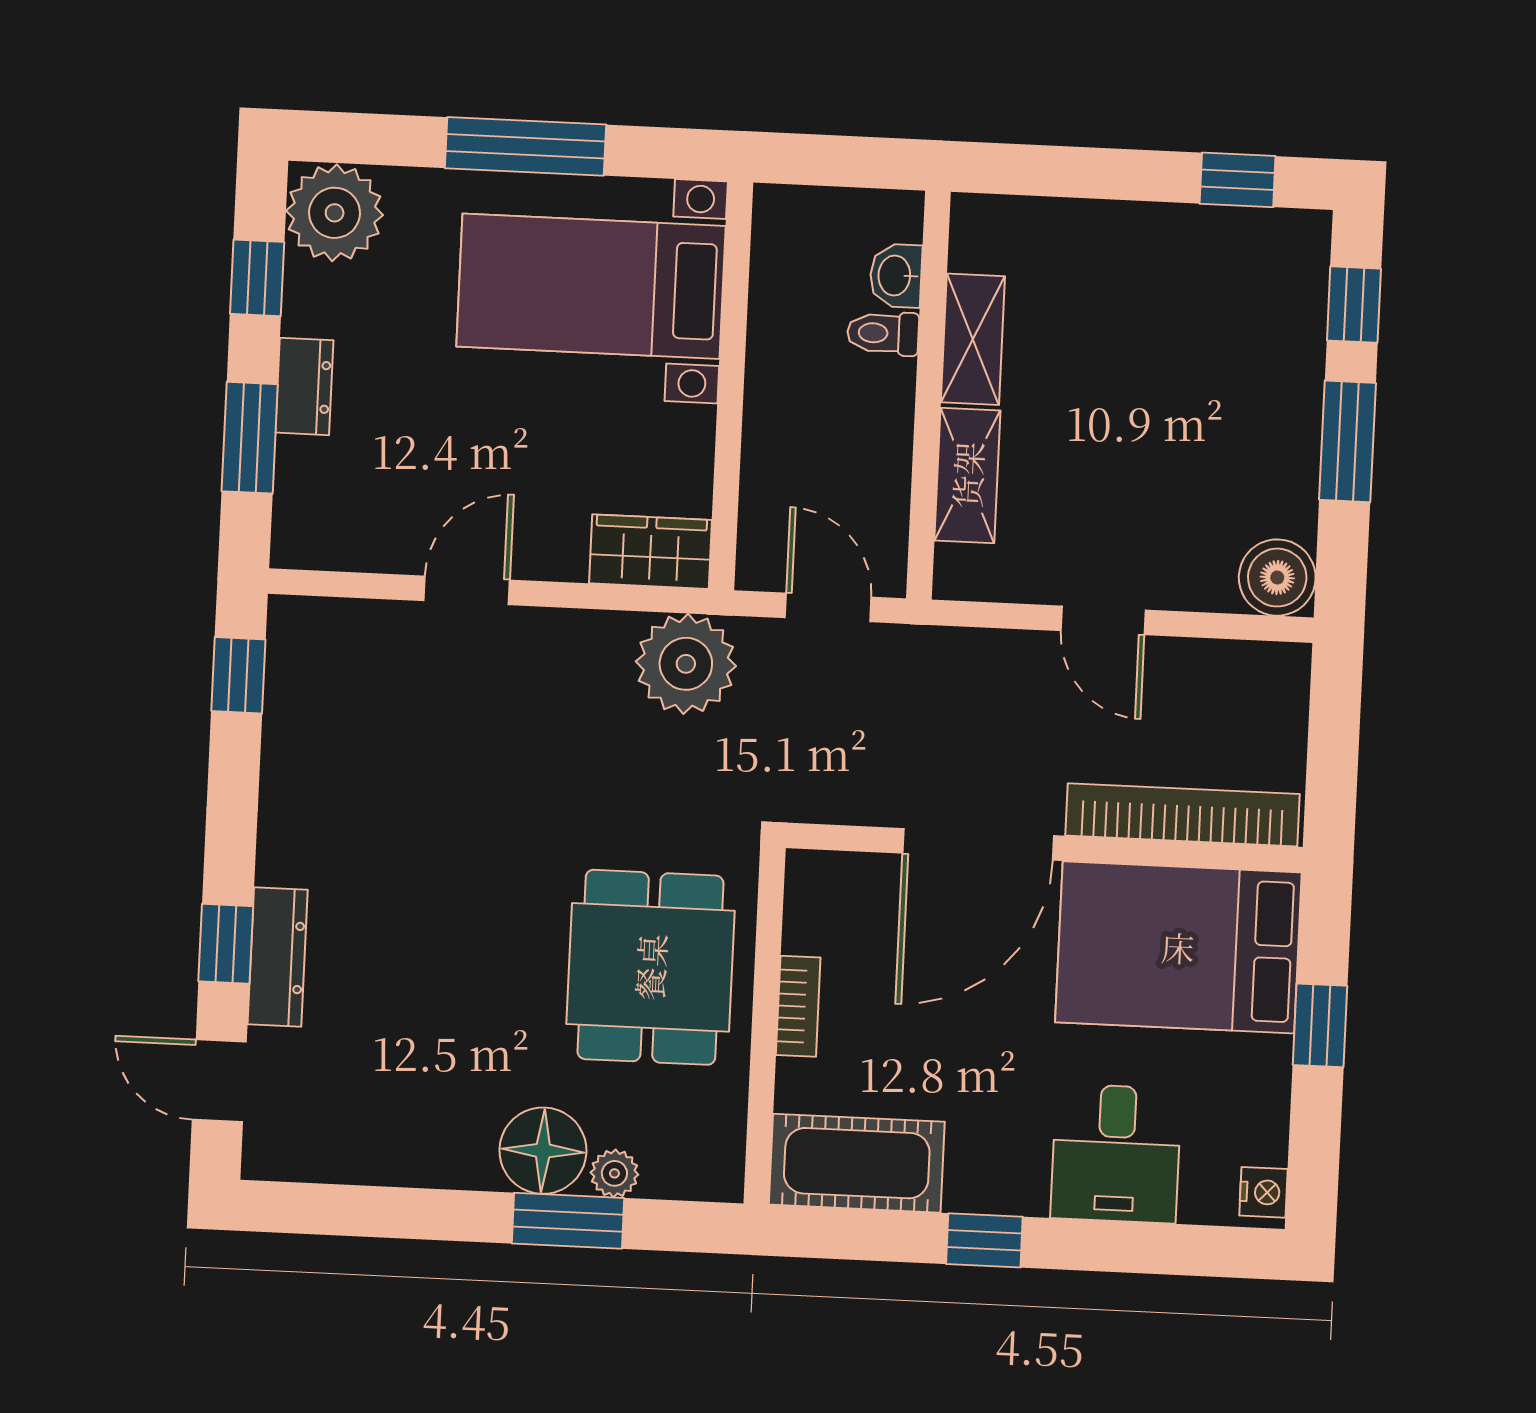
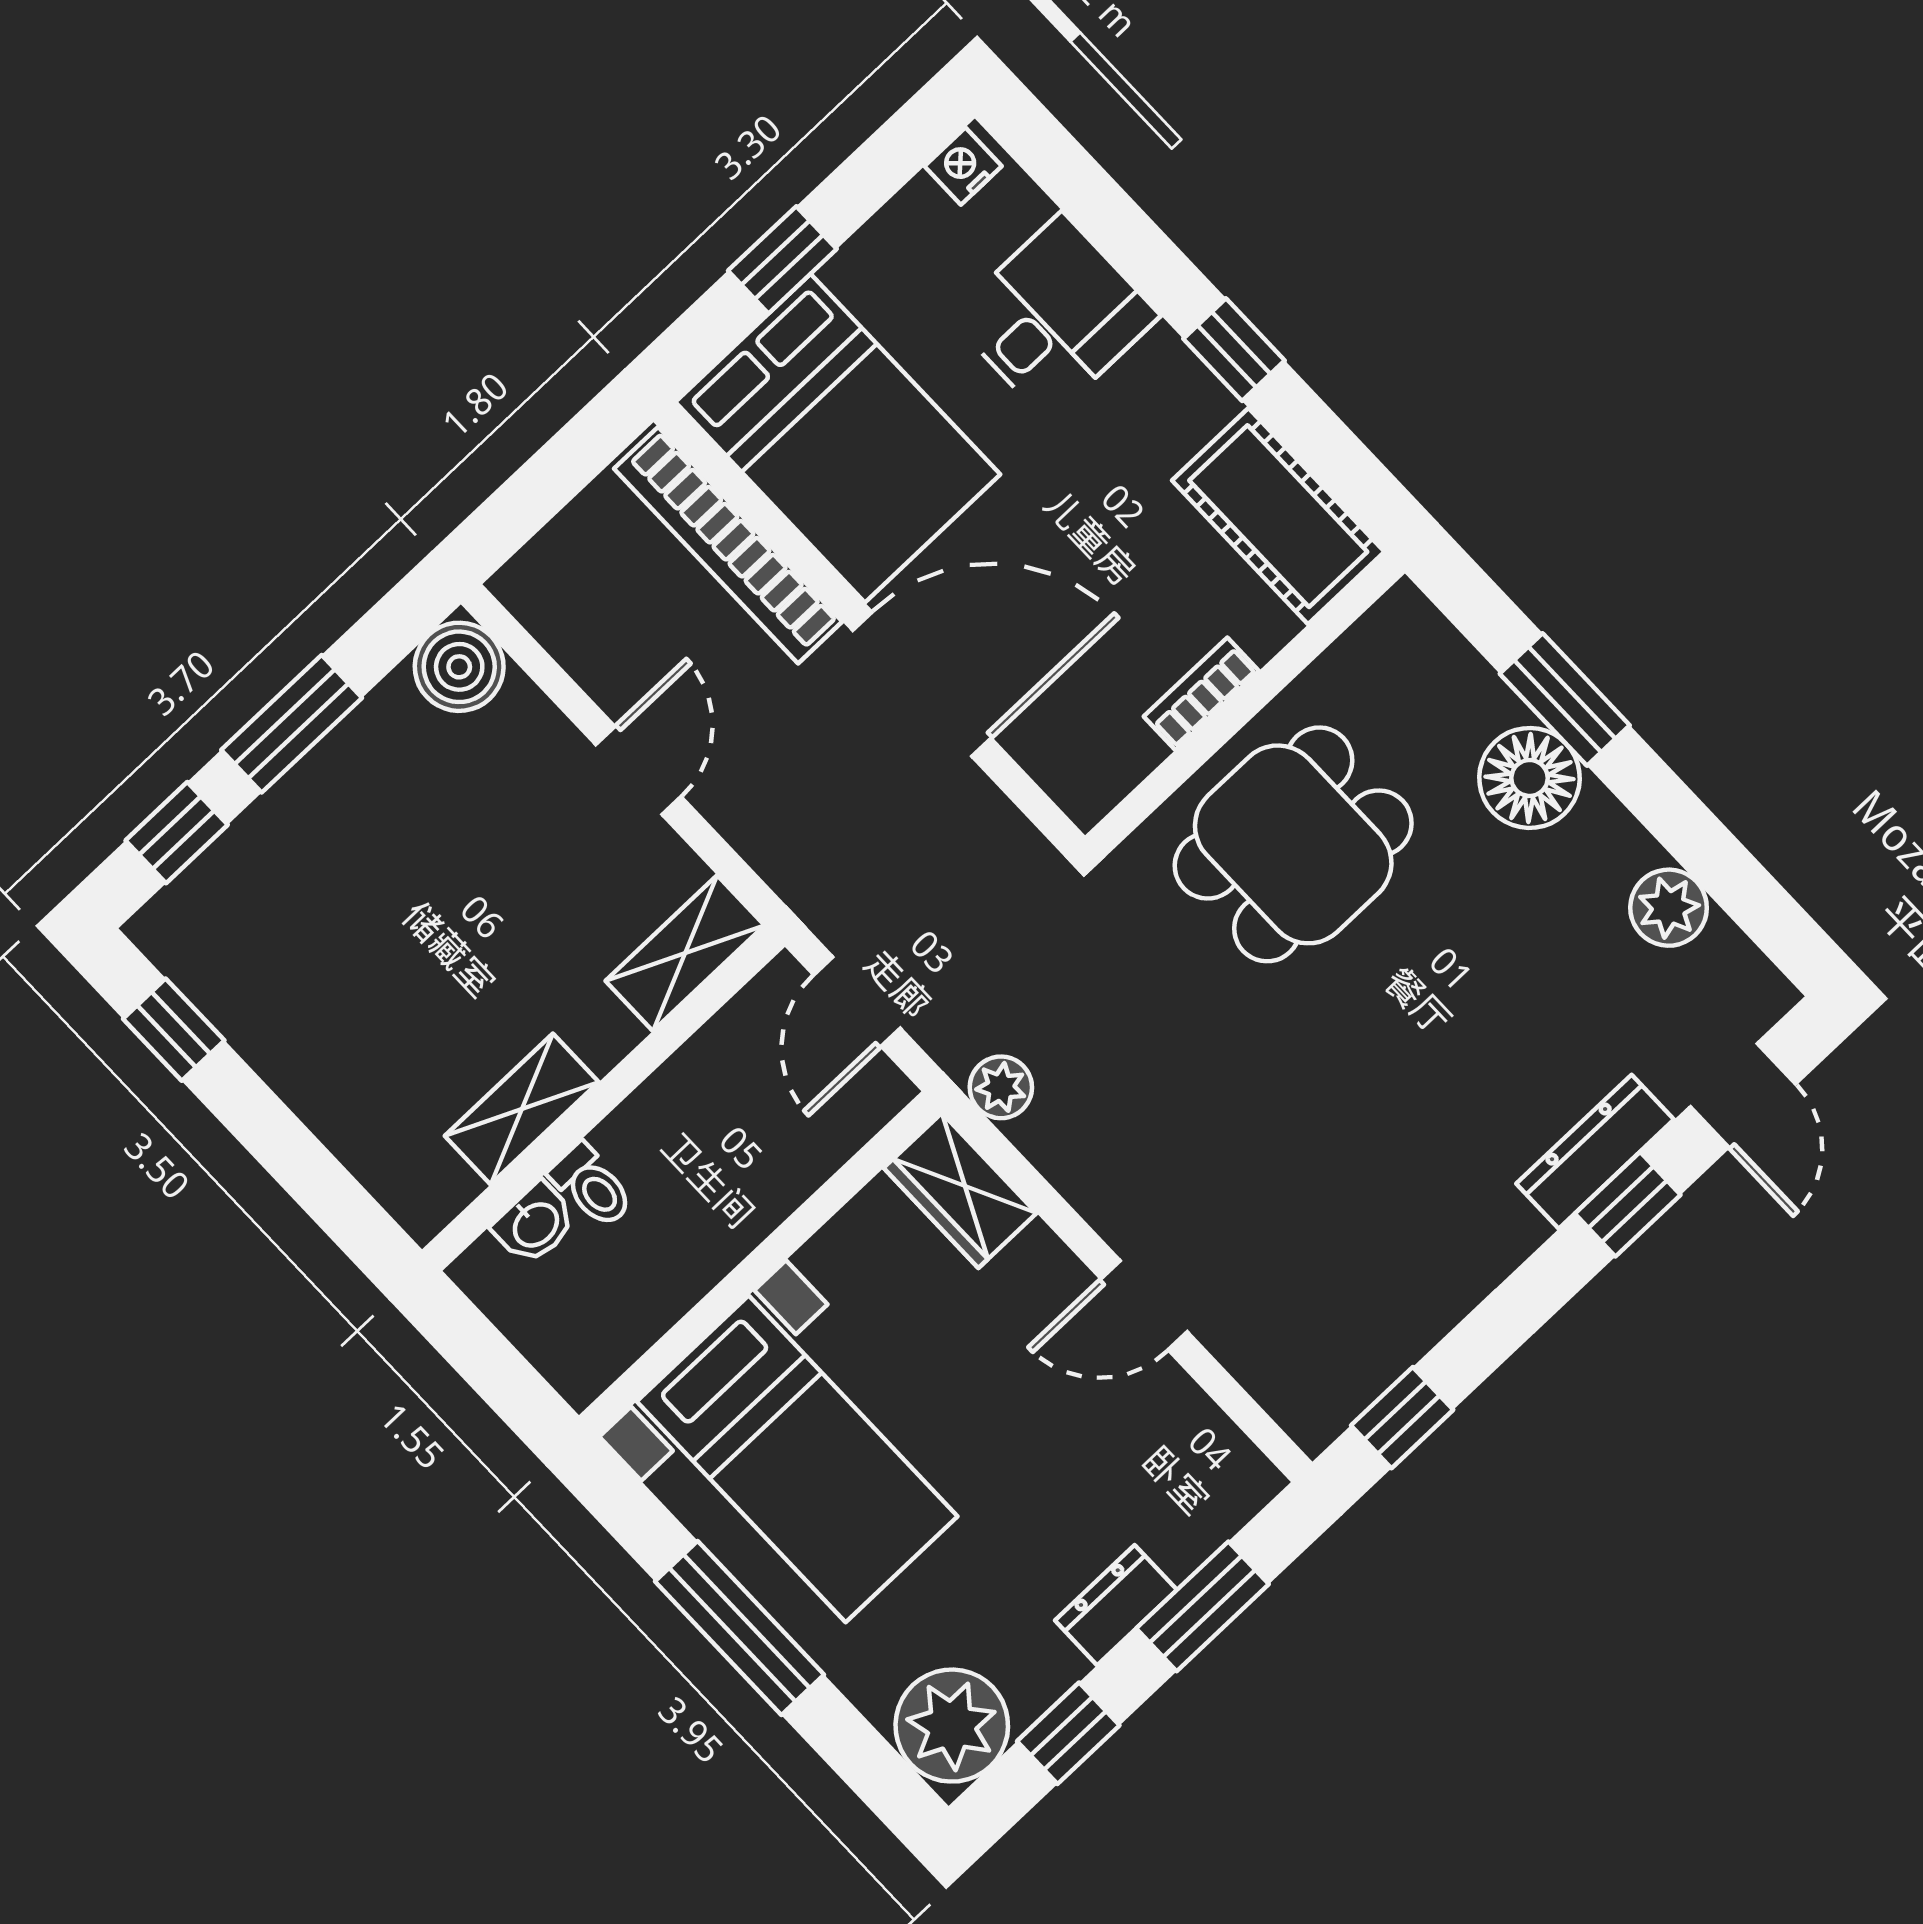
shelving: (967, 475) -> (685, 953), moved
plant: (686, 664) -> (1001, 1087), width x0.53, depth x0.53
plant: (614, 1173) -> (1669, 908), moved, width x1.38, depth x1.38

